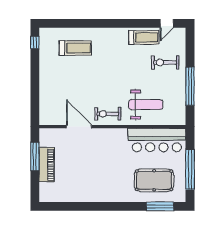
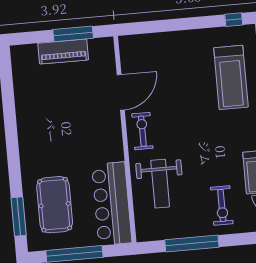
treadmill: (75, 48) -> (231, 77), width x1.37, depth x1.38
exercise bike: (165, 63) -> (222, 205), turned 180

